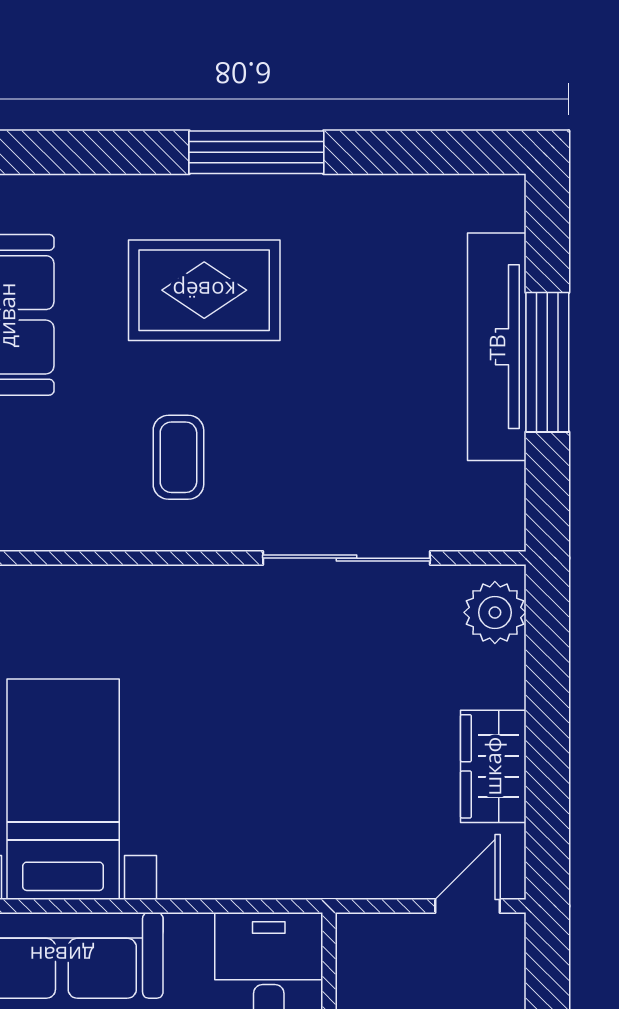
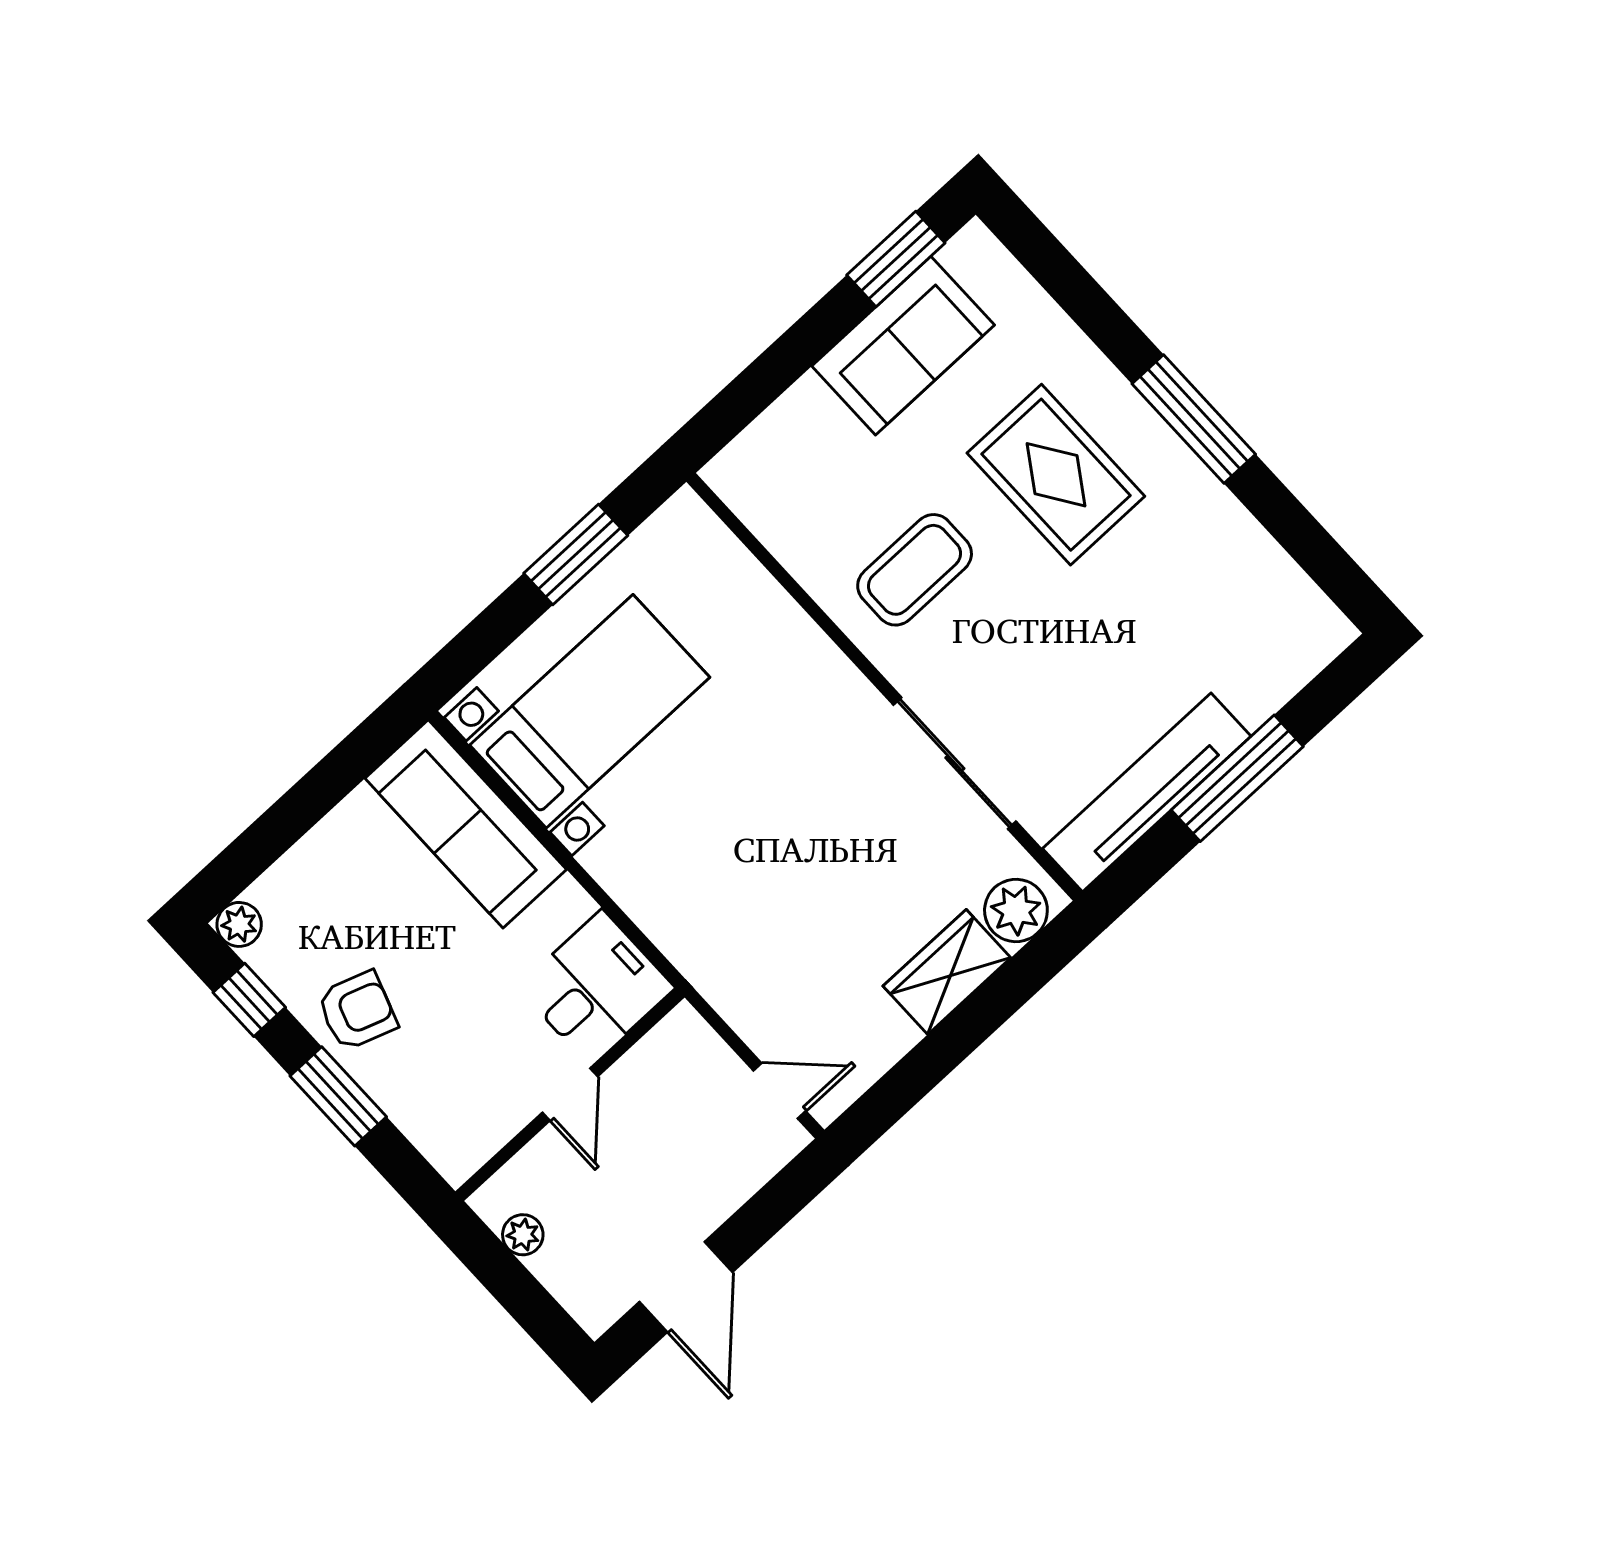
tv unit: (497, 347) -> (1147, 792), moved
coffee table: (178, 457) -> (915, 570), width x1.36, depth x1.30
wardrobe: (493, 766) -> (947, 972), moved

